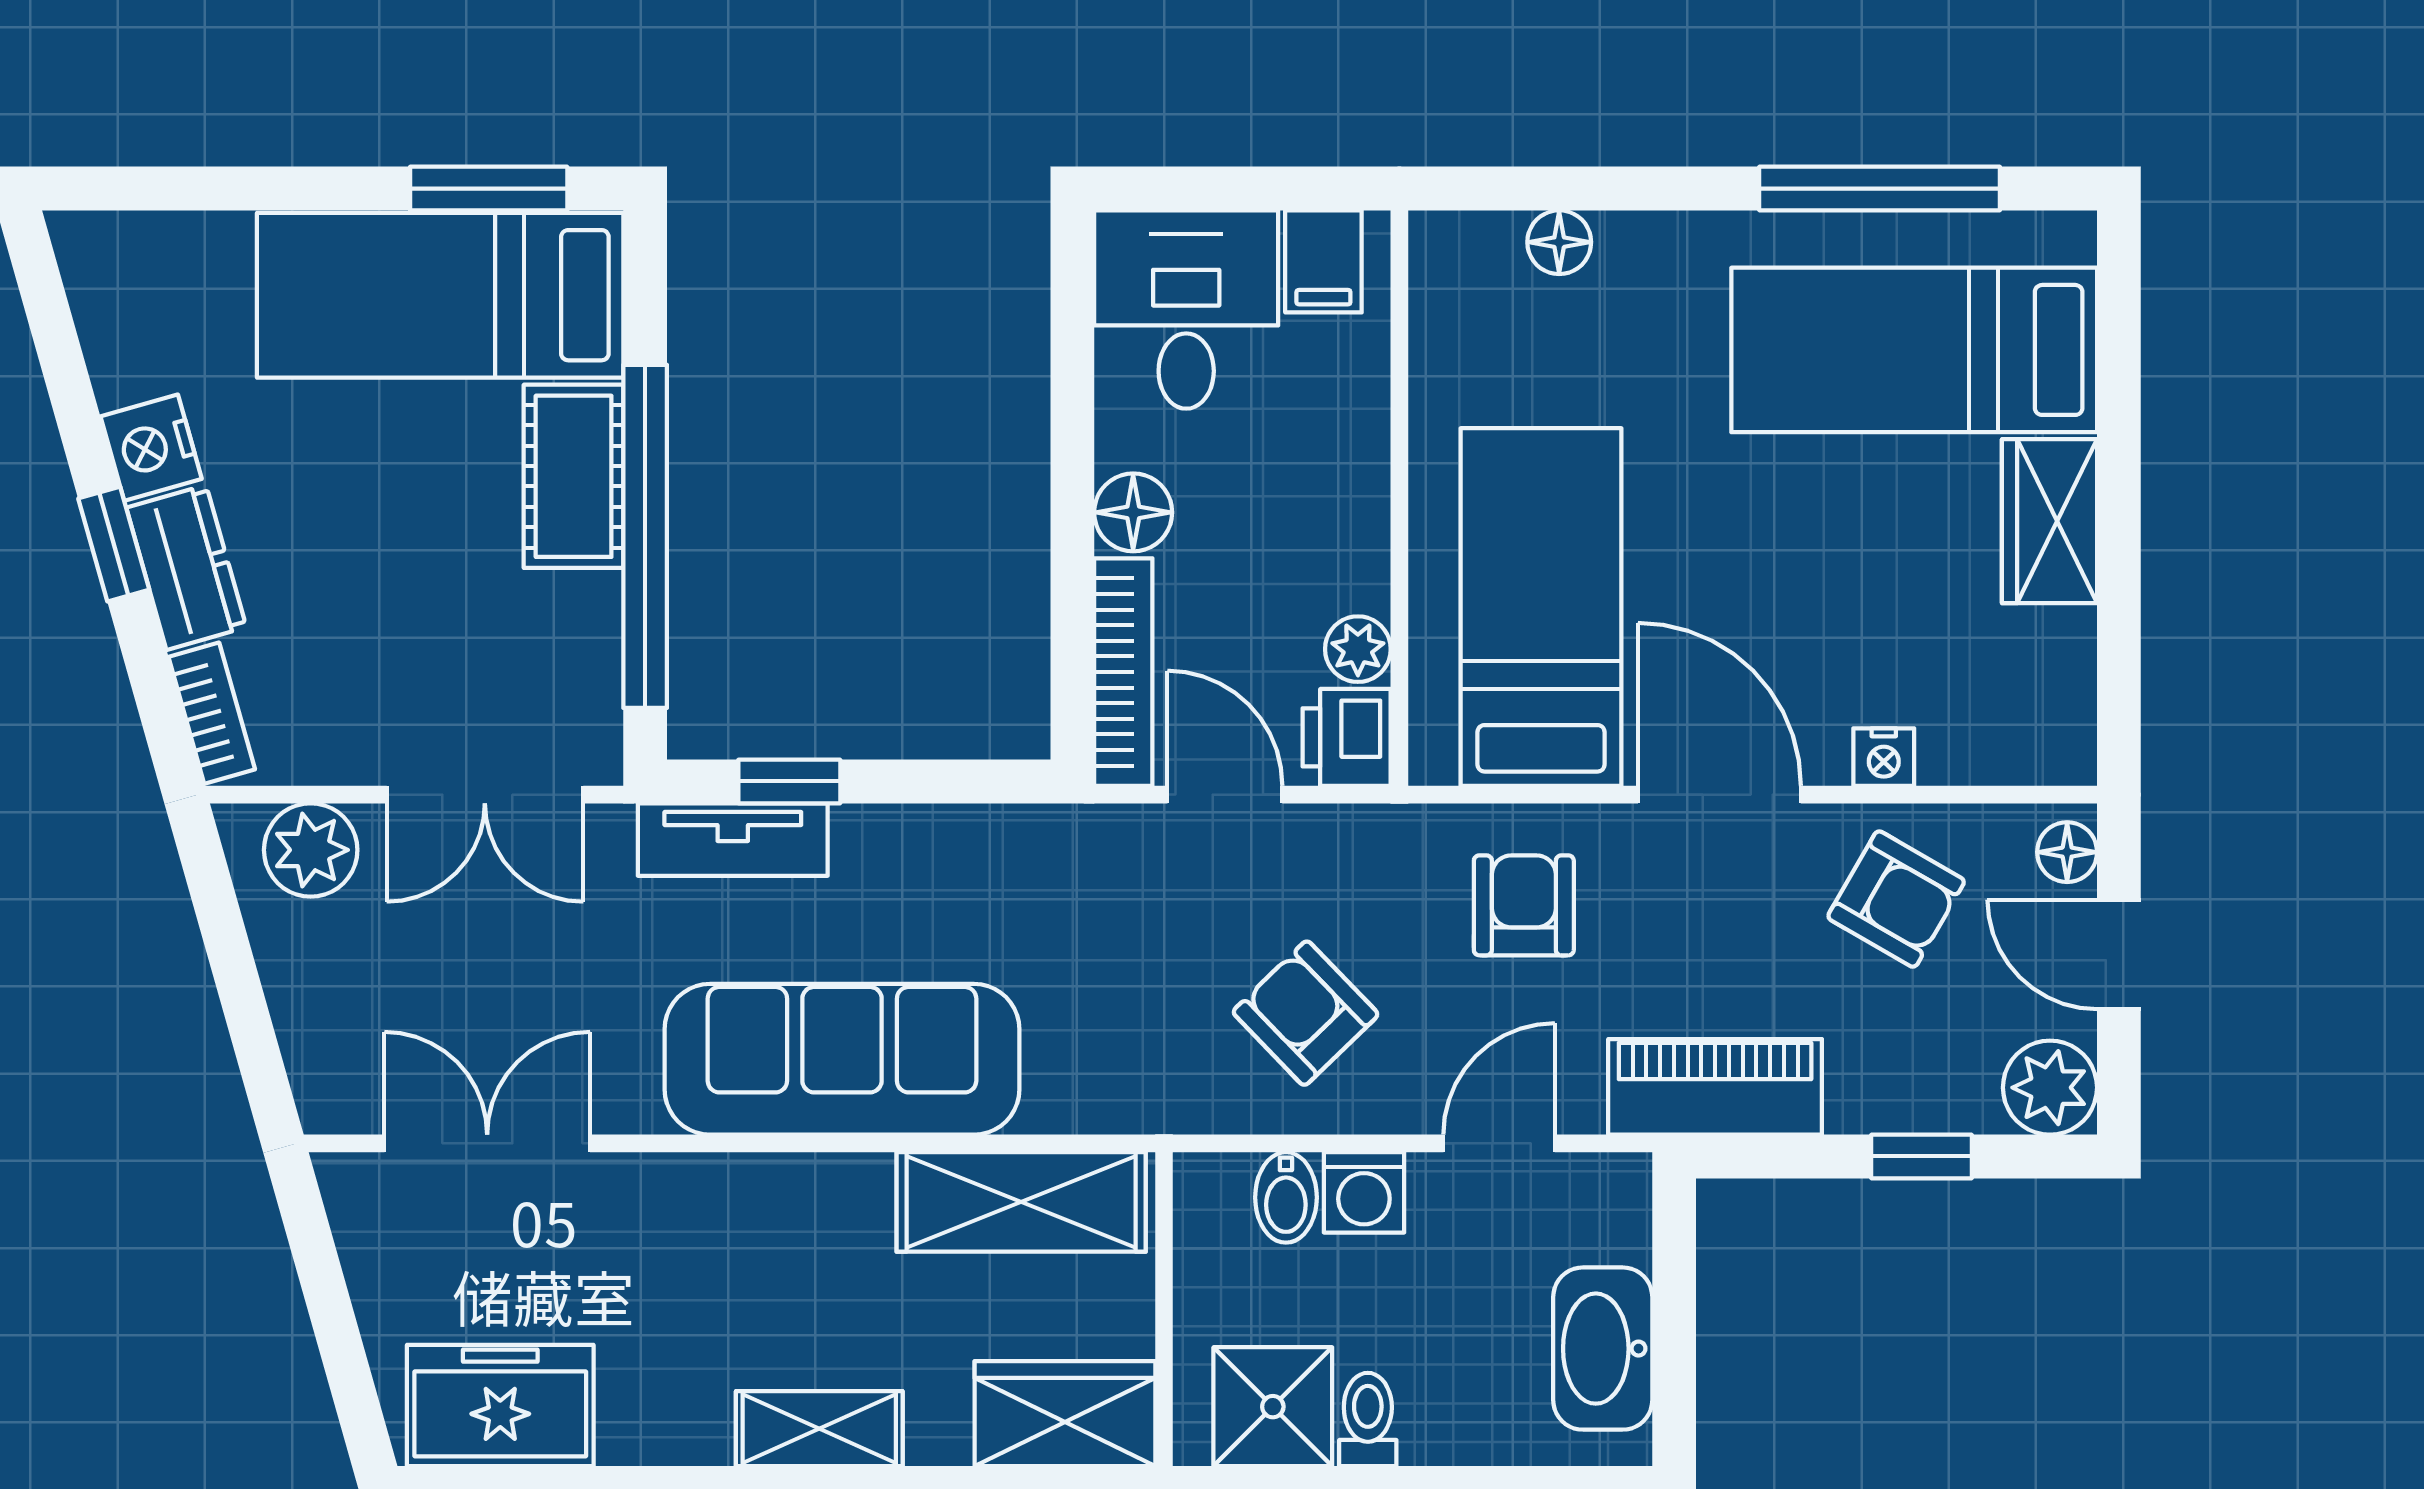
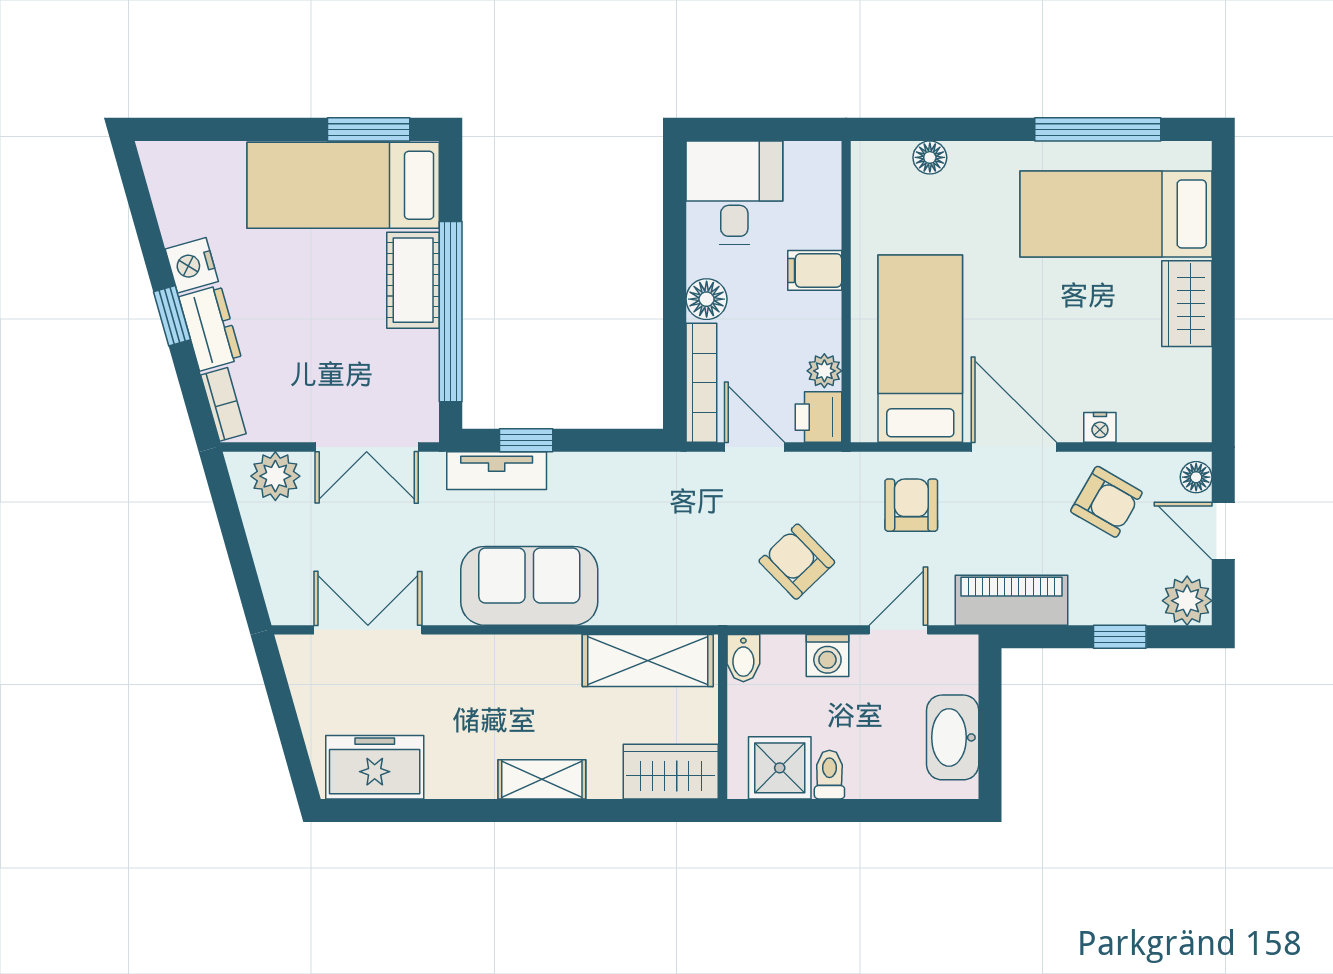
filing cabinet: (1323, 261) -> (815, 270), moved, turned 90
sofa: (842, 1059) -> (529, 586), width x0.73
bidet: (1286, 1197) -> (743, 658), moved

